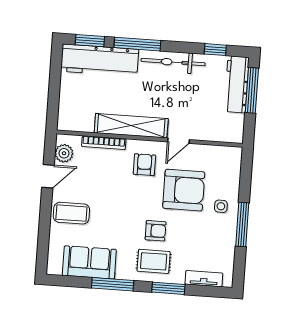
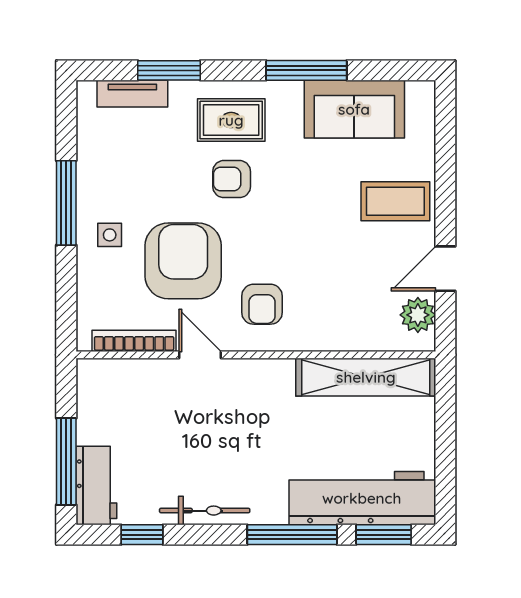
bicycle: (173, 62) -> (205, 511), width x0.73, depth x0.71
workbench: (237, 84) -> (96, 486), width x0.73
shelving: (131, 126) -> (366, 377), moved
door: (178, 141) -> (200, 355), hinge flipped
bookcase: (104, 143) -> (134, 341), moved
armchair: (184, 190) -> (183, 261), turned 90
window: (168, 288) -> (169, 70), moved

